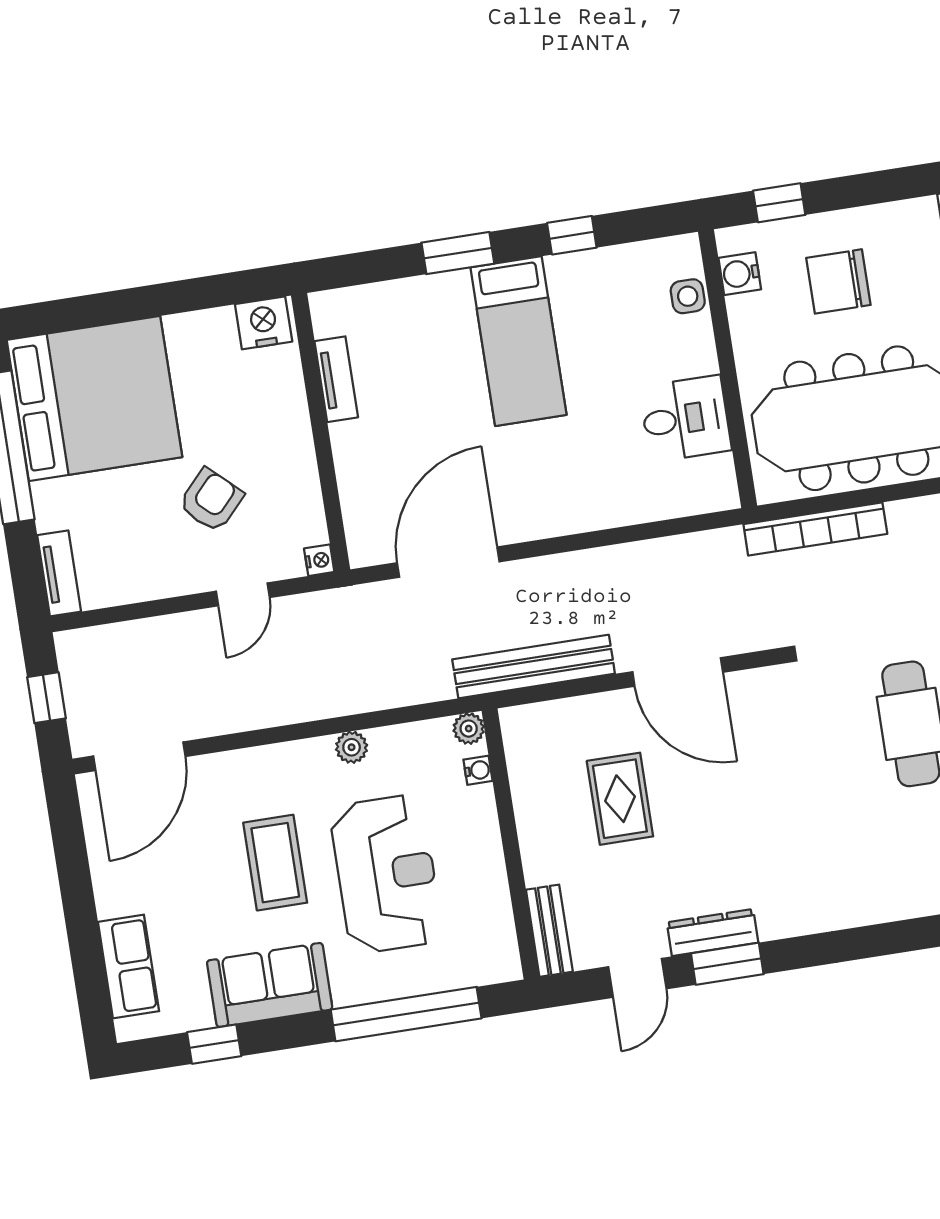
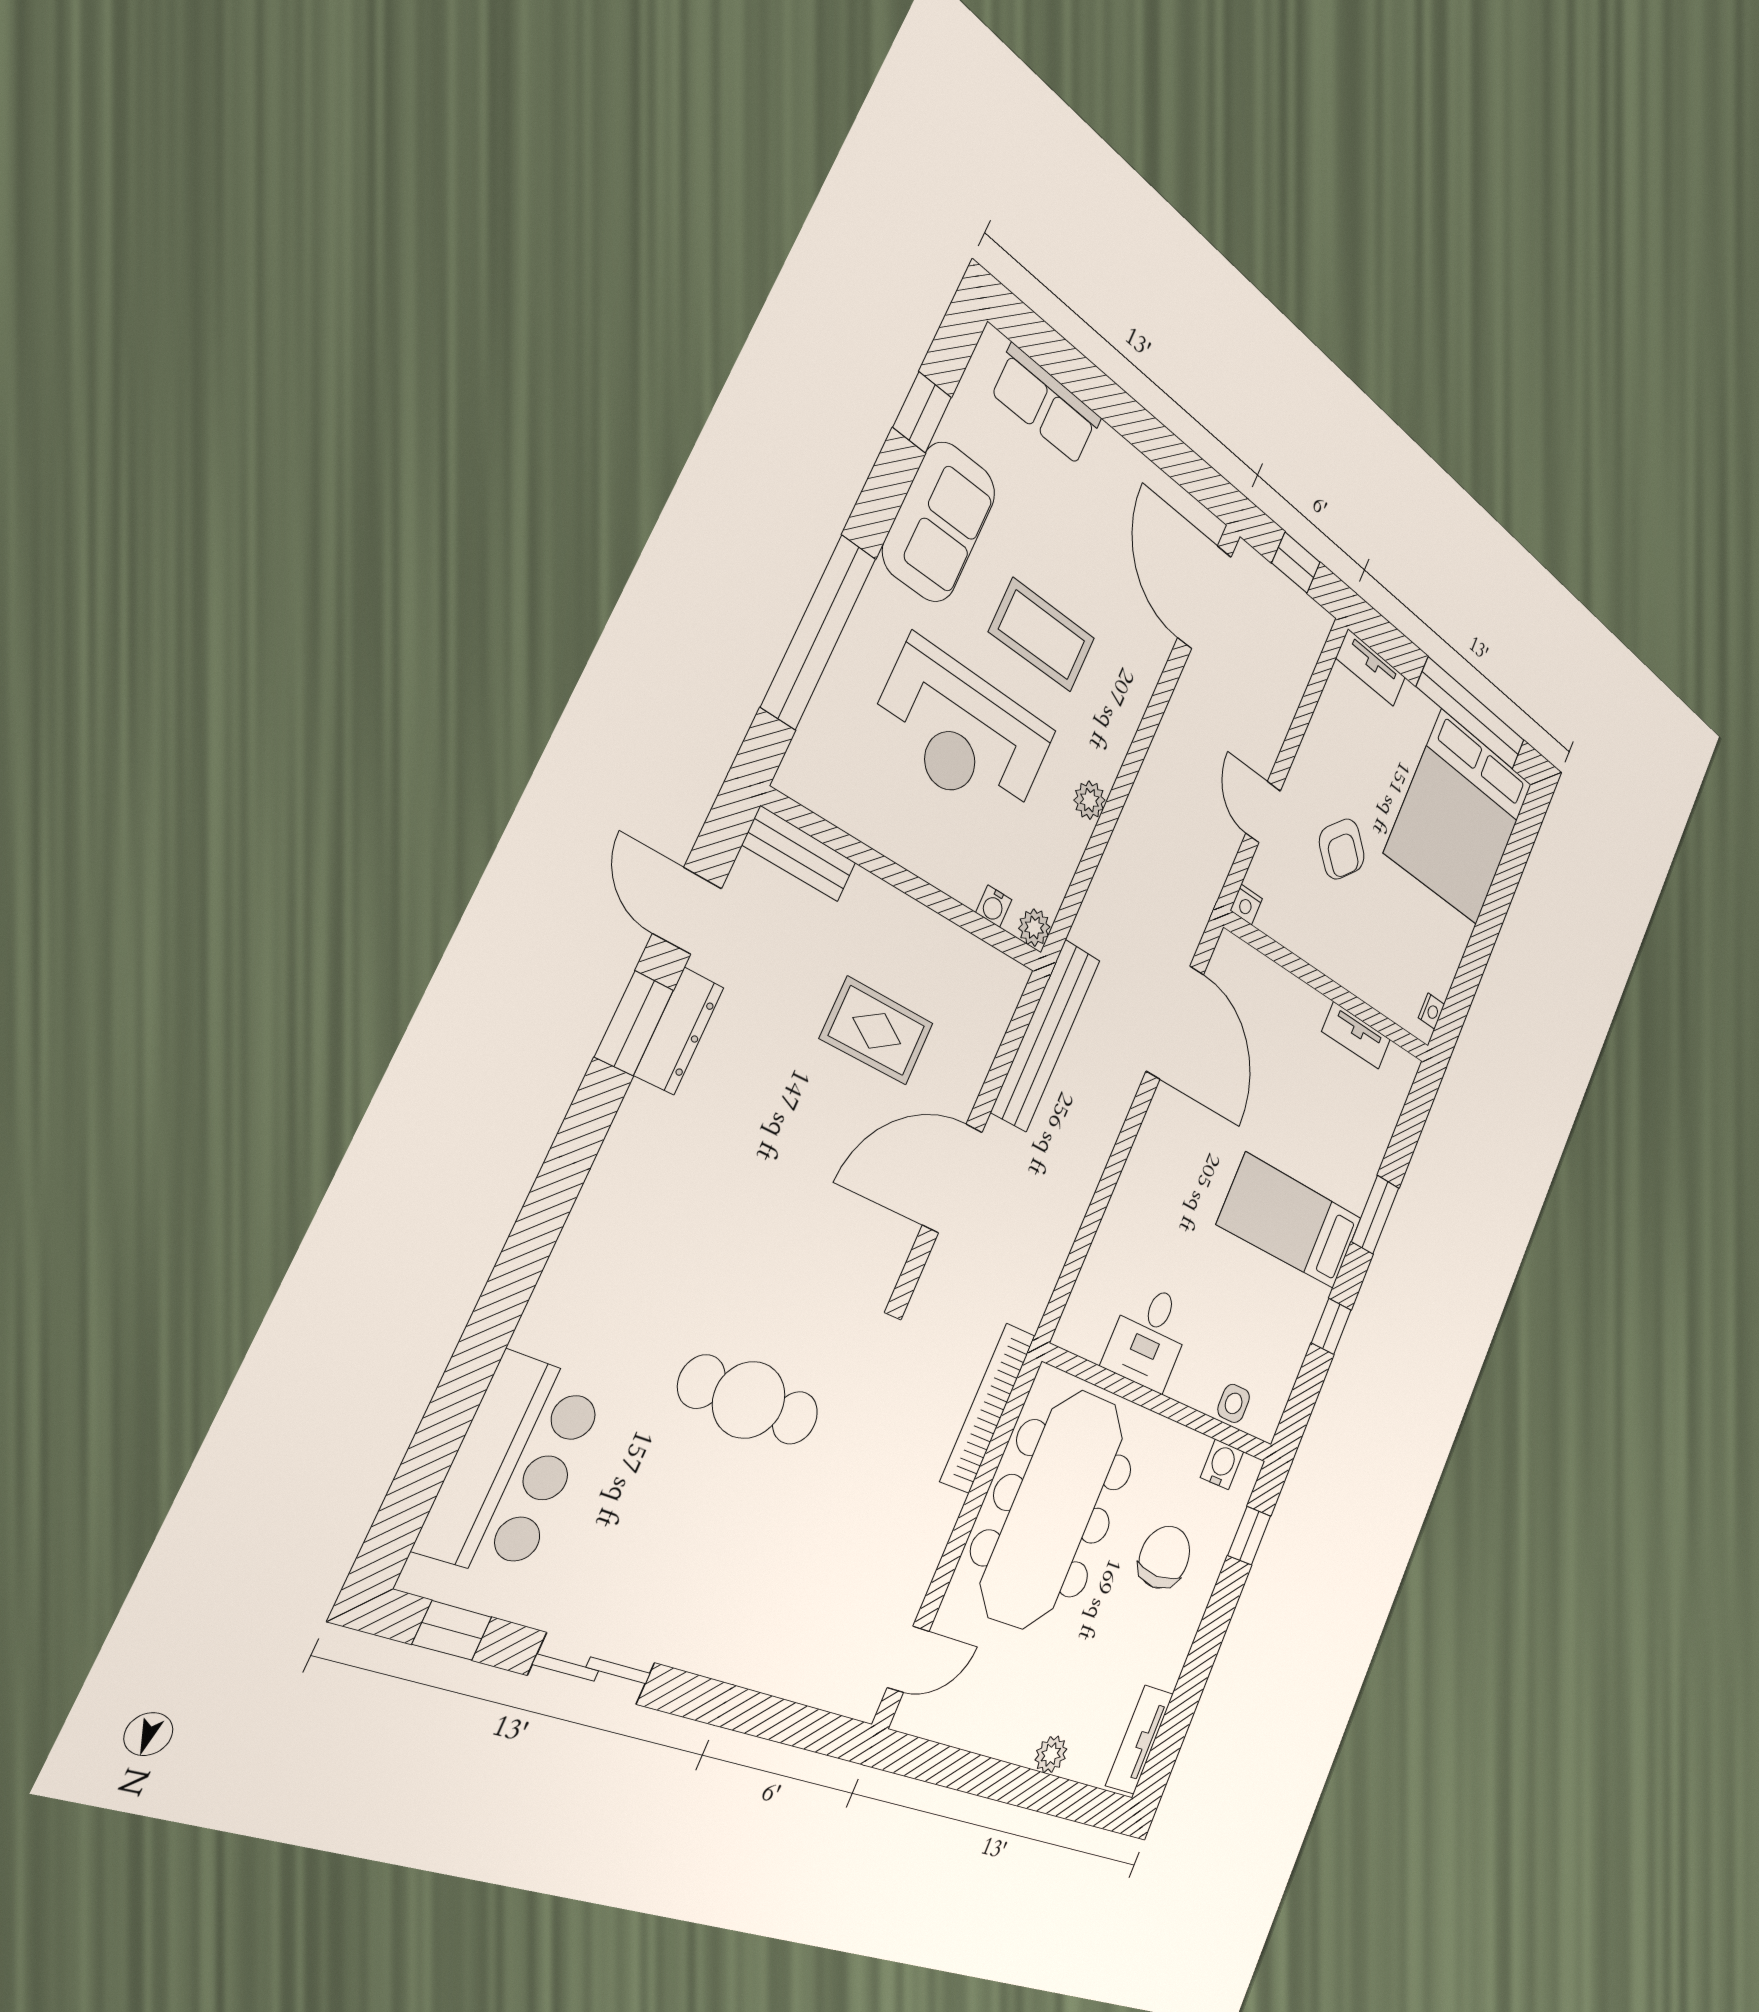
nightstand: (264, 323) -> (1431, 1011), width x0.53, depth x0.56

